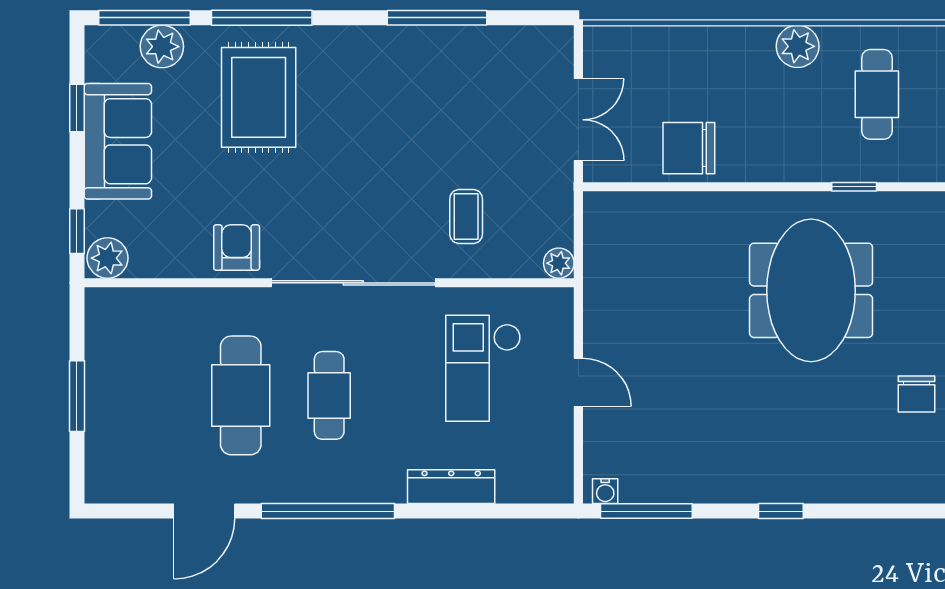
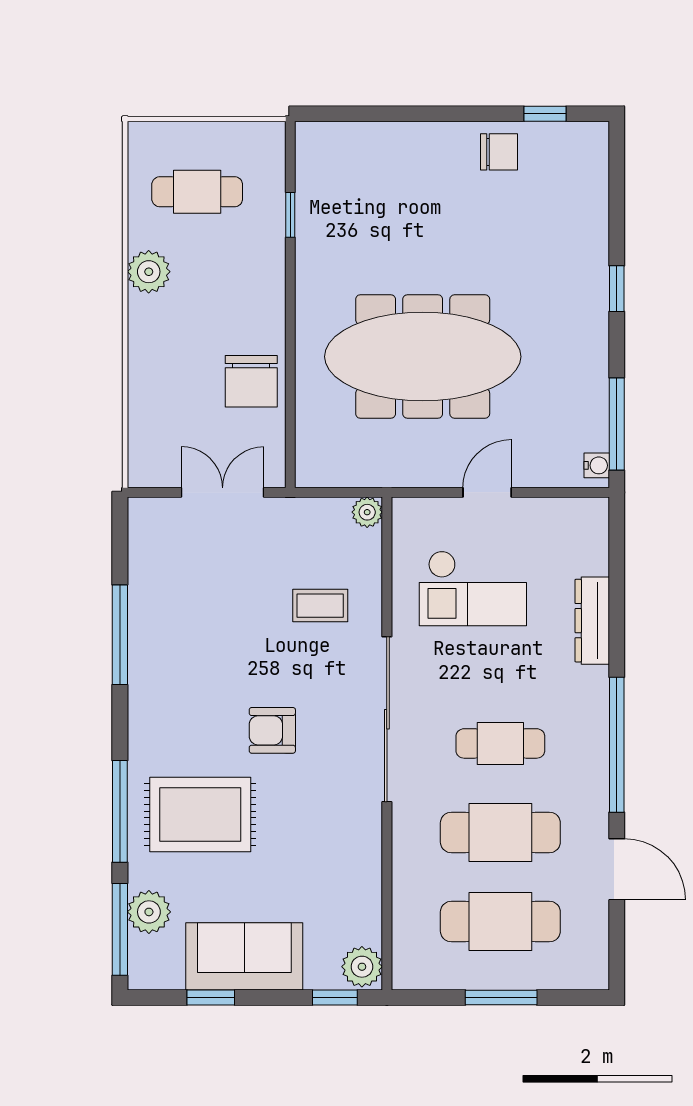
armchair: (237, 247) -> (272, 730), moved
meeting table: (811, 290) -> (423, 357), moved, width x1.36
cafe table: (152, 395) -> (500, 922), added

